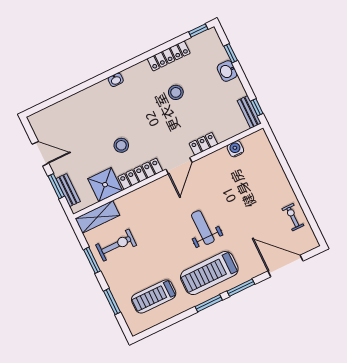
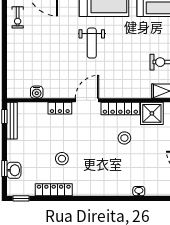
washbasin: (227, 71) -> (14, 170), moved
washbasin: (116, 80) -> (139, 191), moved
bench: (249, 112) -> (12, 121), width x1.36

